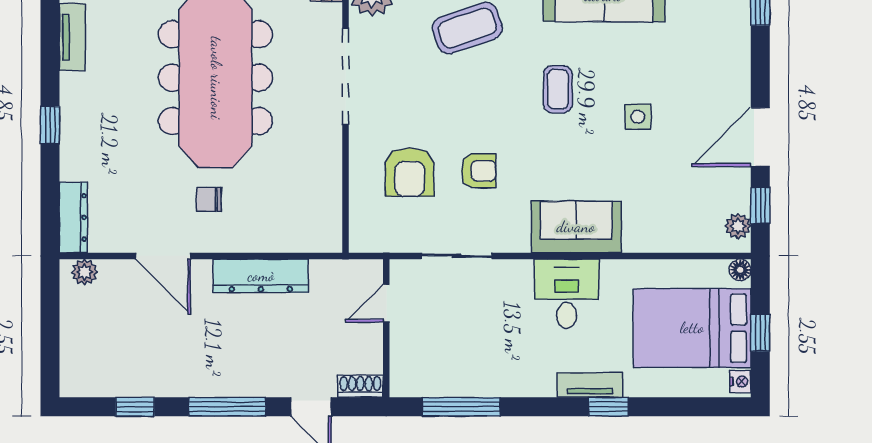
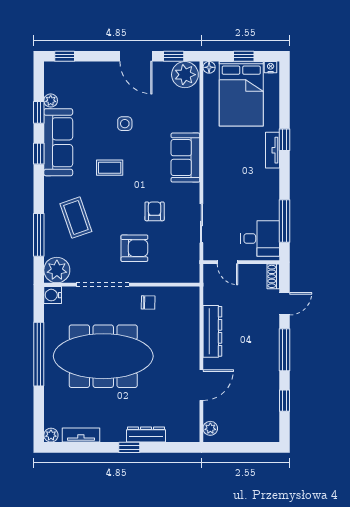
armchair: (410, 172) -> (134, 248), moved
chair: (209, 199) -> (148, 302), moved, turned -89
dresser: (73, 217) -> (146, 435), moved
plant: (738, 226) -> (185, 75), width x1.88, depth x1.88
desk: (567, 294) -> (260, 238), moved, turned 180

